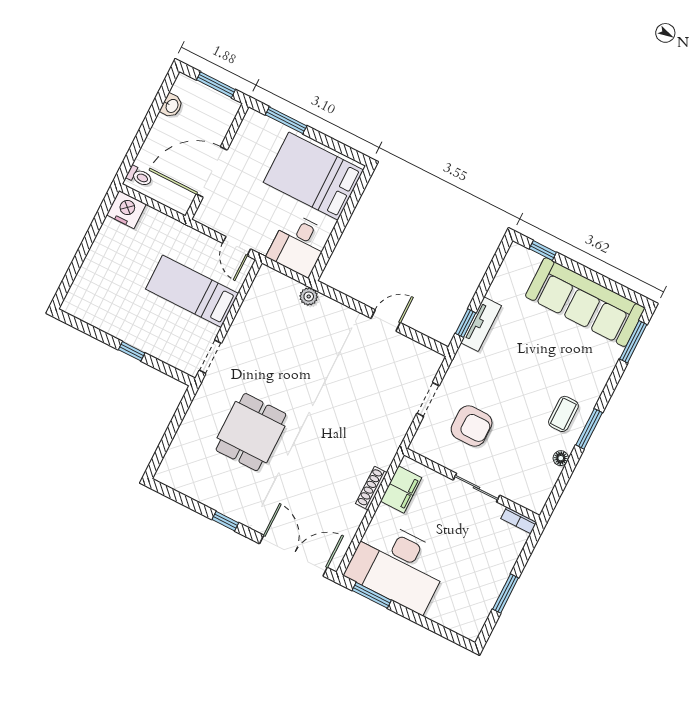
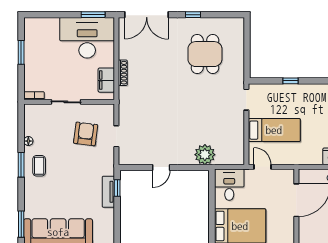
plant: (309, 296) -> (205, 155), width x1.88, depth x1.88
armchair: (472, 426) -> (86, 134), turned 97
dining table: (251, 432) -> (205, 54), moved

